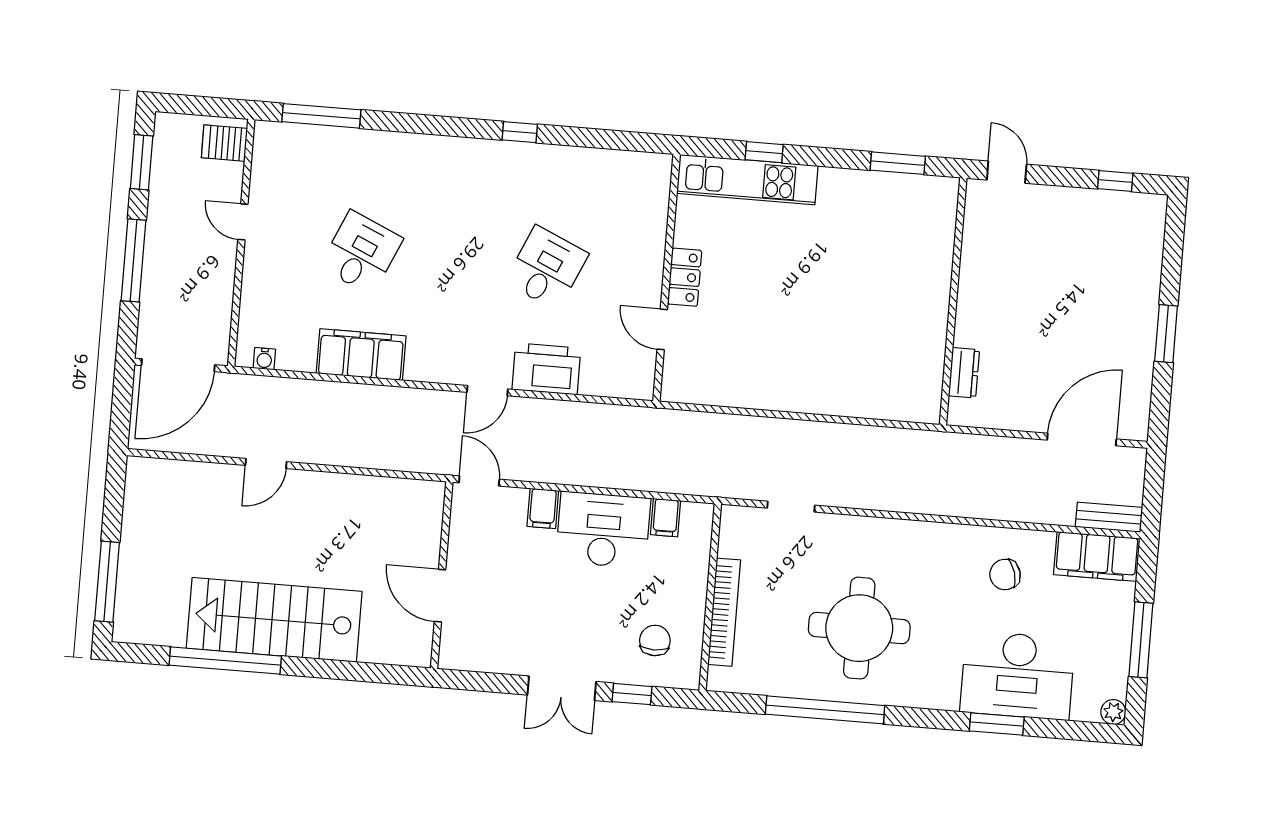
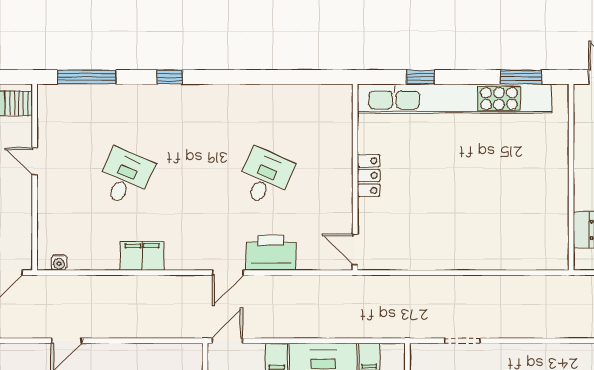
window: (520, 132) -> (170, 77), moved
kitchen unit: (747, 180) -> (454, 99), width x1.86
door: (662, 329) -> (355, 249), moved
filing cabinet: (361, 355) -> (142, 256), width x0.67, depth x0.86
door: (479, 481) -> (227, 341), hinge flipped

